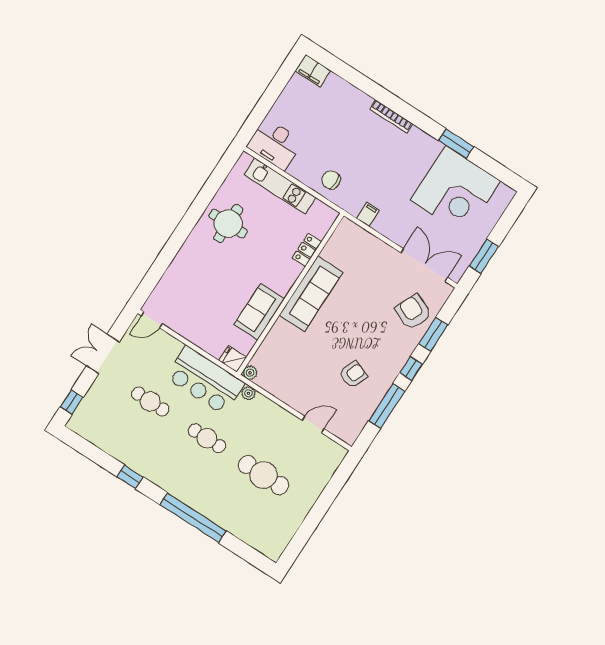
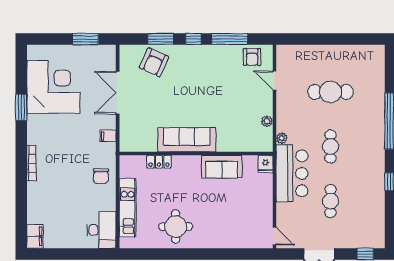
double door: (424, 265) -> (118, 93), moved
plant: (250, 373) -> (267, 121), moved
armchair: (353, 375) -> (252, 57), moved, turned -111
cafe table: (264, 475) -> (330, 92), turned 90

